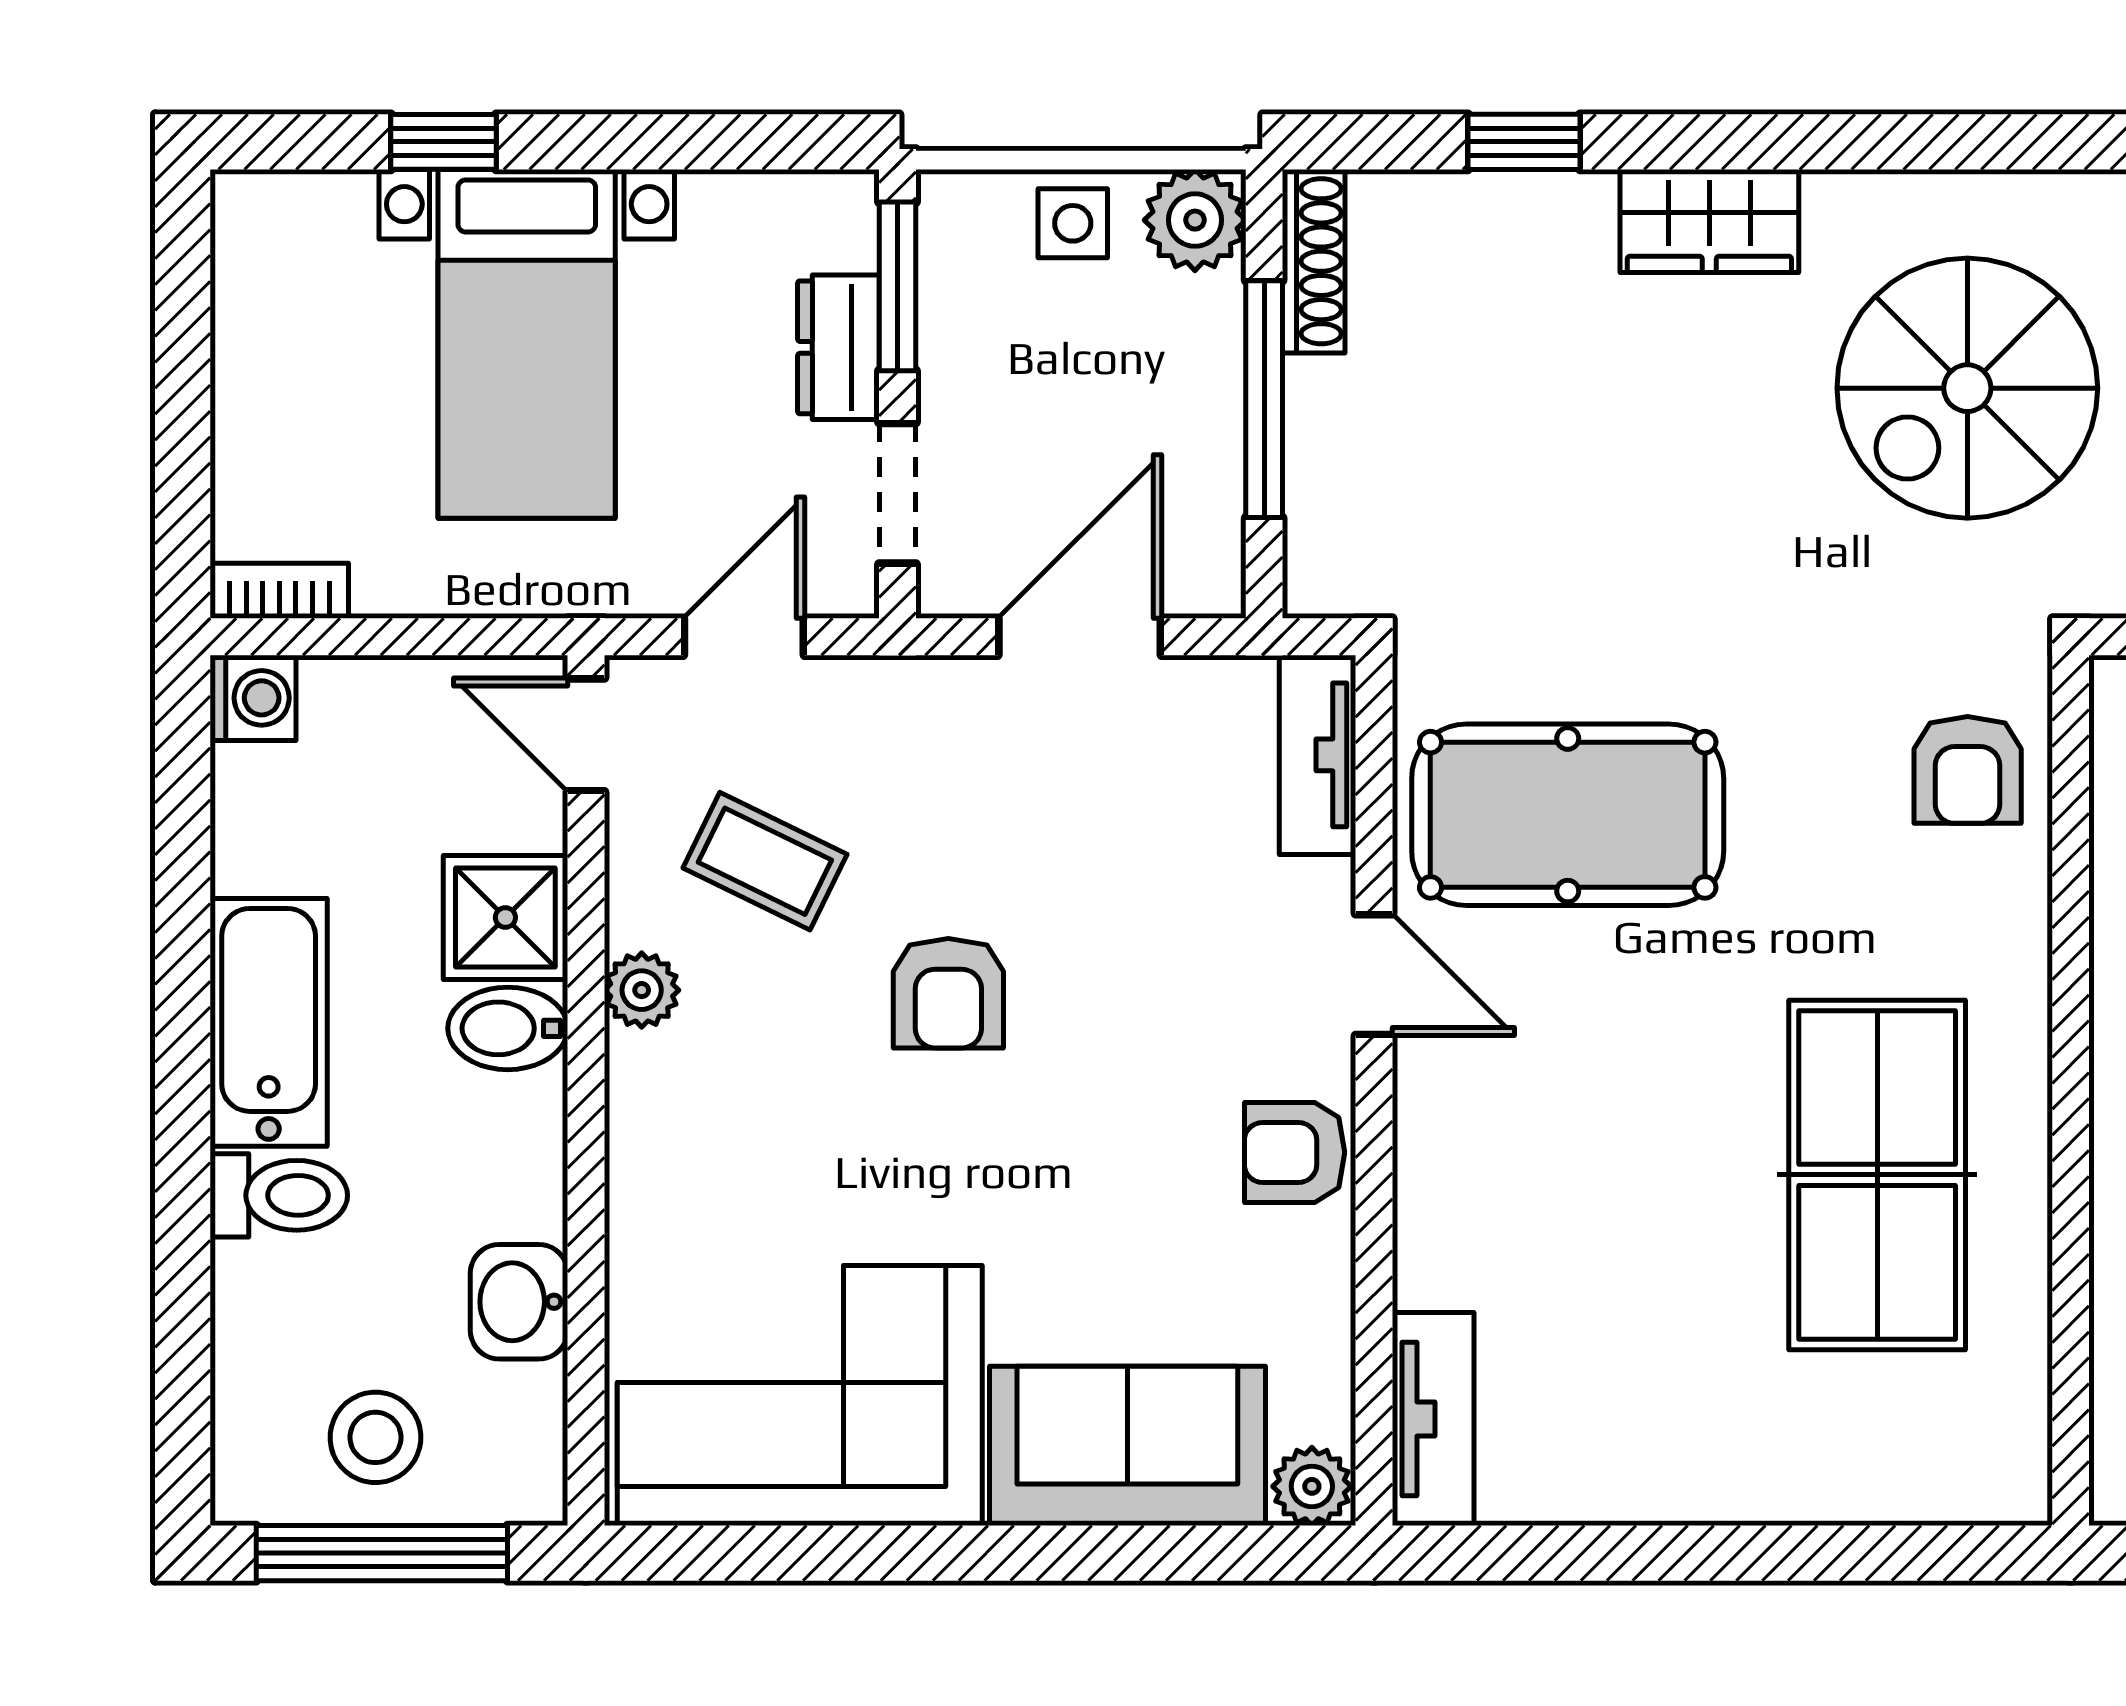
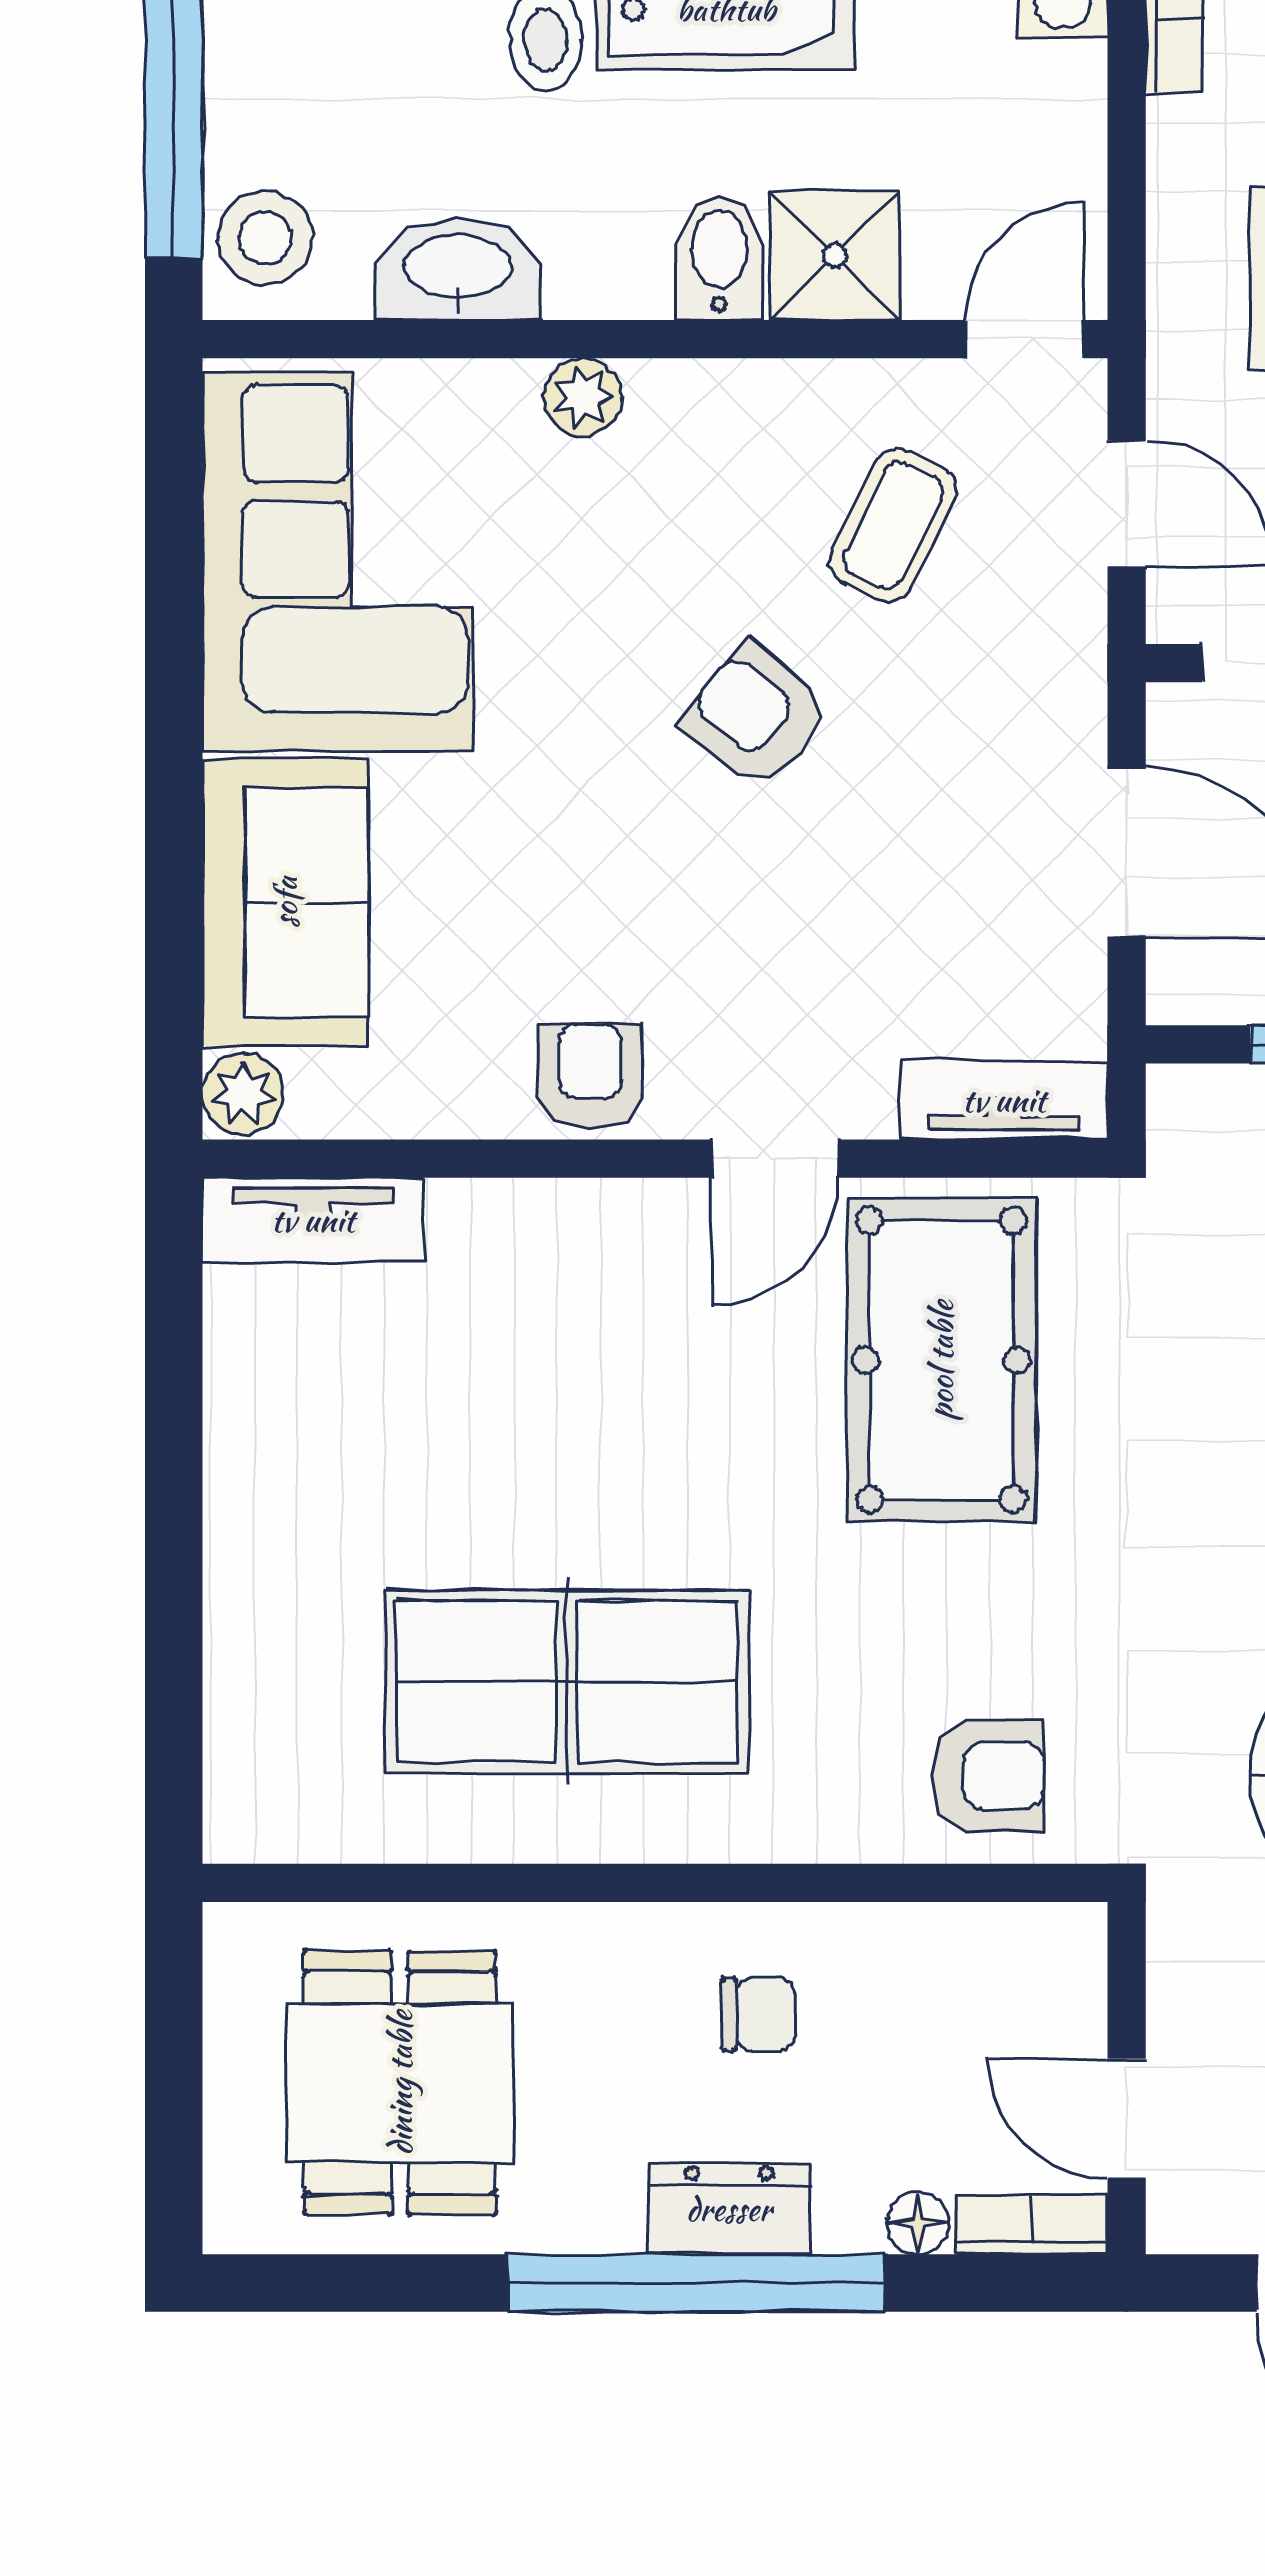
armchair: (1968, 770) -> (988, 1776), turned 180
plant: (642, 990) -> (583, 397), moved
armchair: (948, 993) -> (756, 716), turned 40
washbasin: (519, 1302) -> (458, 270), width x1.38
stool: (376, 1437) -> (265, 238), moved

